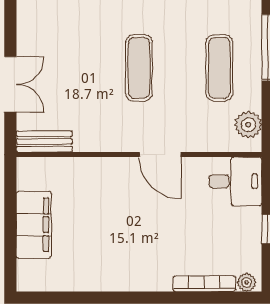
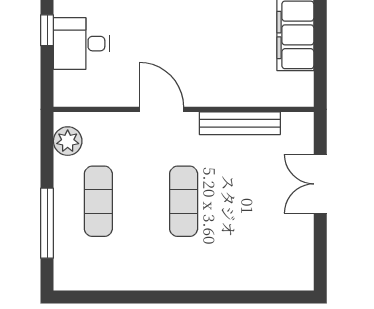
bench: (44, 141) -> (240, 123), moved, width x1.36
desk: (235, 181) -> (81, 44), moved

